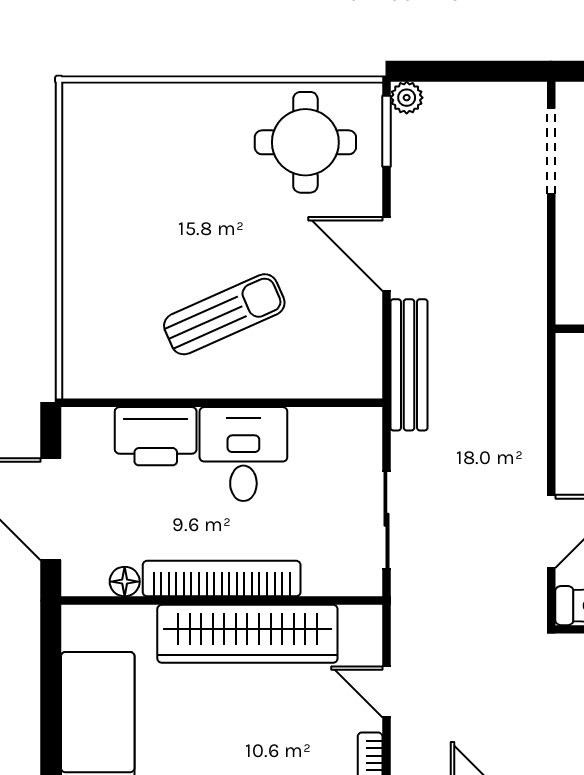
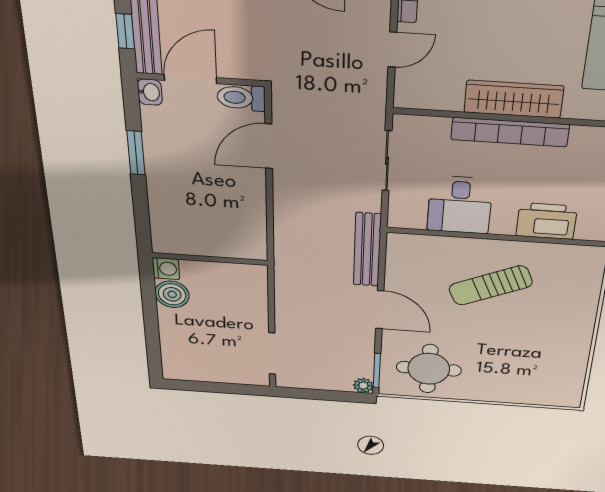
desk: (243, 454) -> (460, 205), moved
floor lamp: (125, 582) -> (582, 135), removed
wardrobe: (247, 634) -> (514, 99), width x0.71, depth x0.85
door: (386, 692) -> (392, 50), hinge flipped

